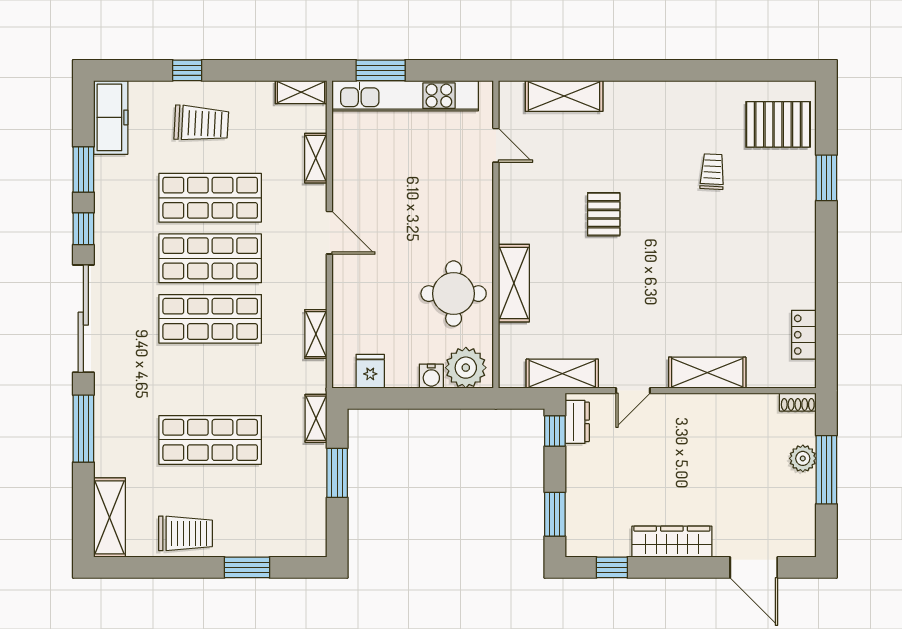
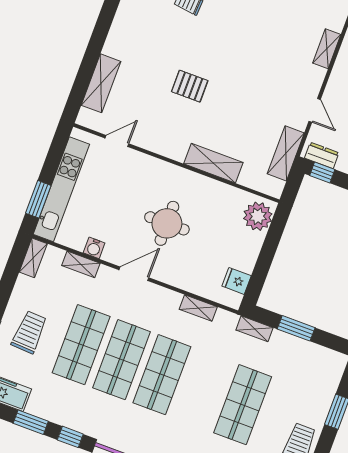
round table: (454, 294) -> (167, 223), moved
shelving: (707, 373) -> (327, 49), width x0.67, depth x0.75
water cooler: (431, 376) -> (94, 248), moved, turned 90

